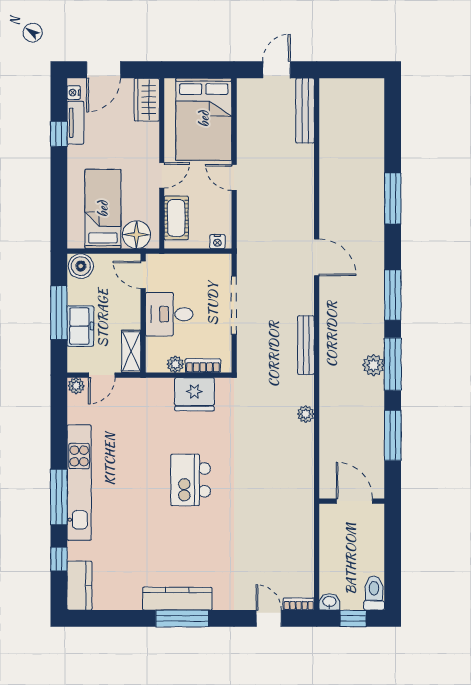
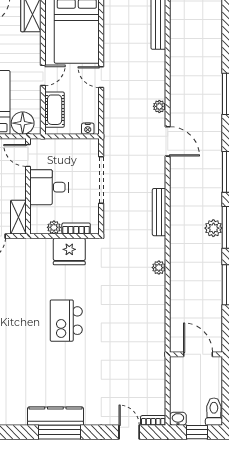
plant: (306, 214) -> (159, 106), added
wall: (352, 501) -> (196, 354), moved
door: (354, 501) -> (198, 354), moved

